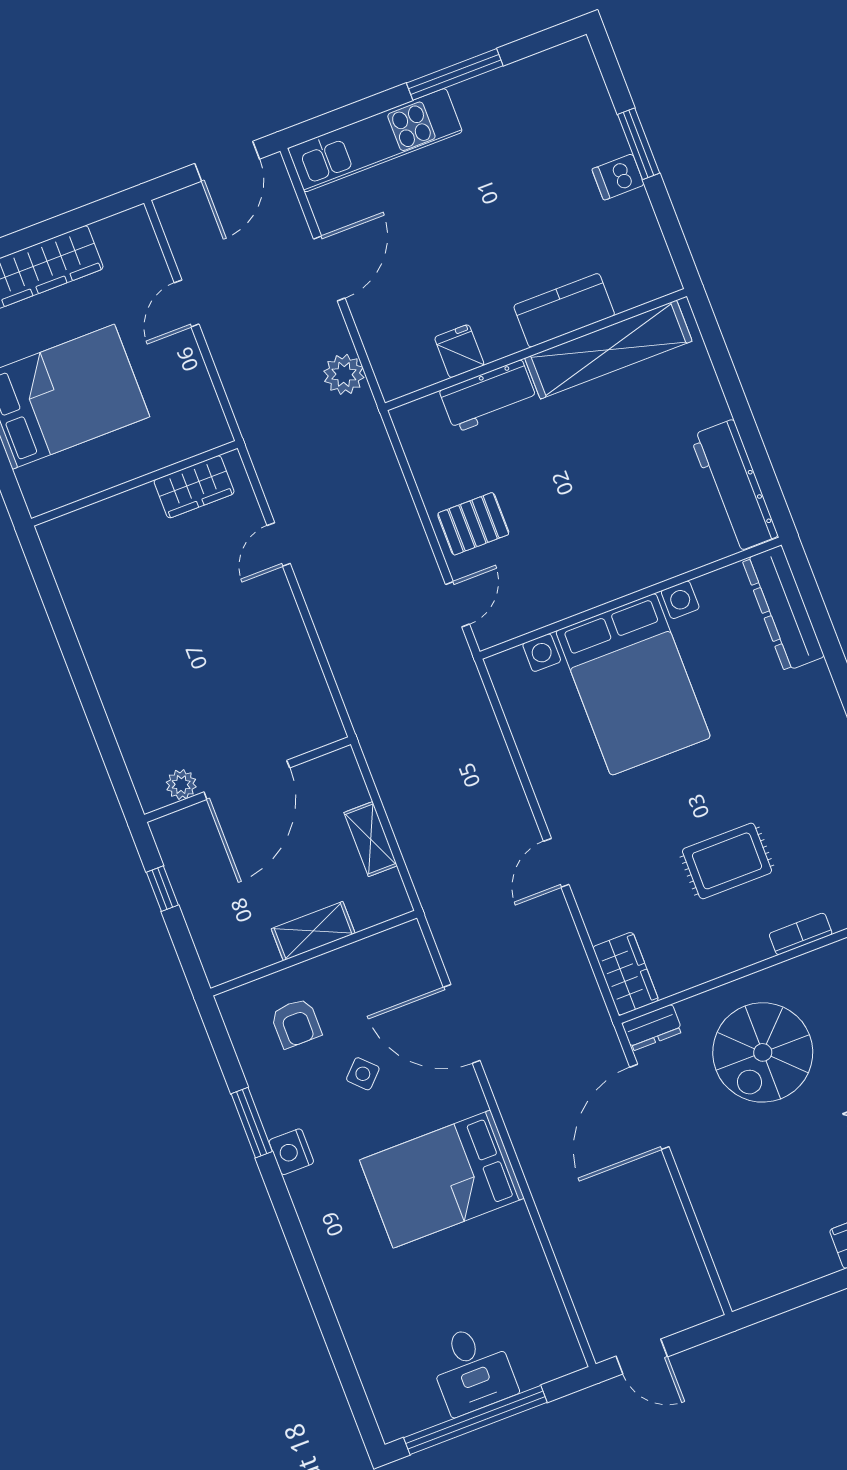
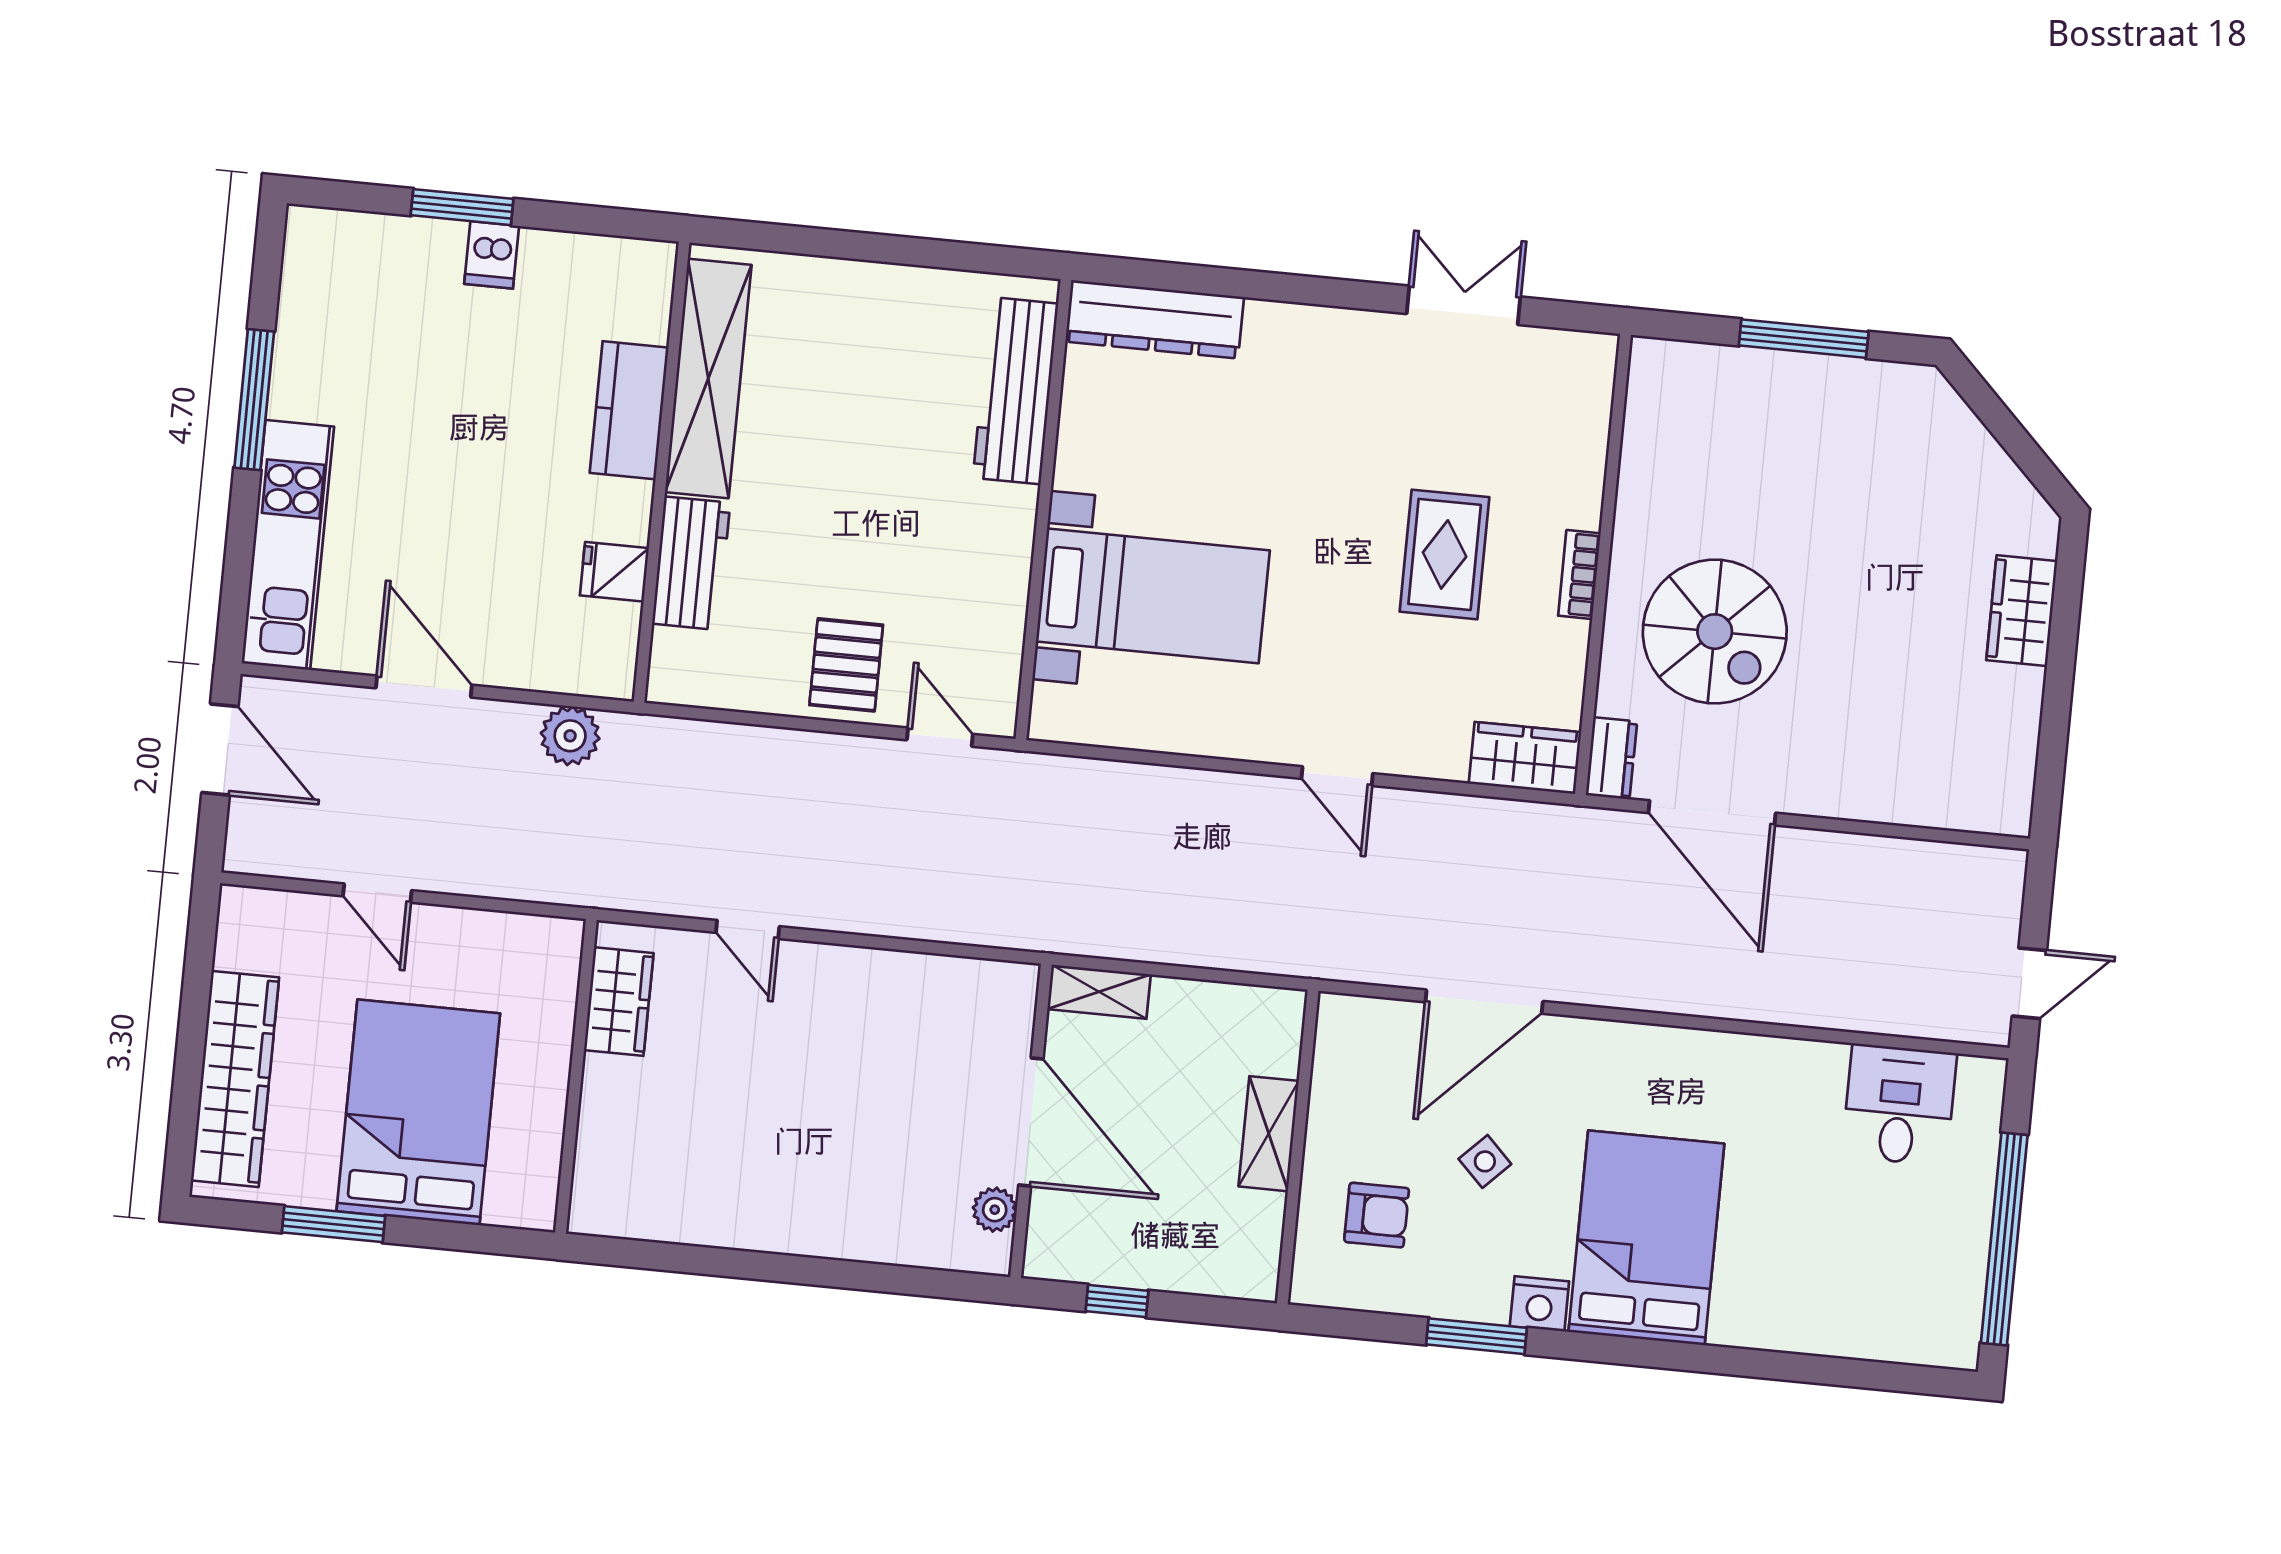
workbench: (734, 486) -> (1015, 391), moved, turned 90
bed with nightstands: (633, 684) -> (1153, 596), width x0.73
shelving: (371, 839) -> (1099, 992), moved
bookcase: (801, 934) -> (1579, 574), moved
bed: (442, 1179) -> (1646, 1238), moved, turned 180
desk: (472, 1369) -> (1899, 1105), moved, turned -90

